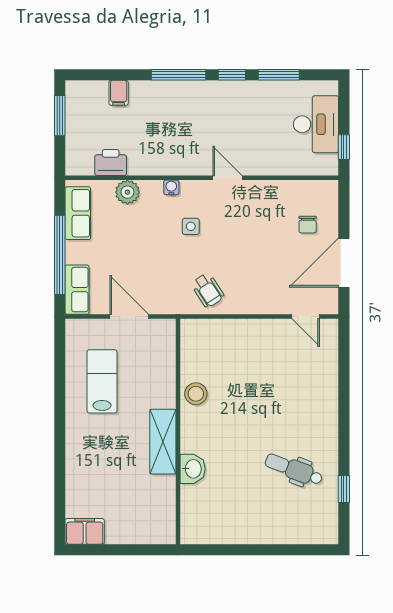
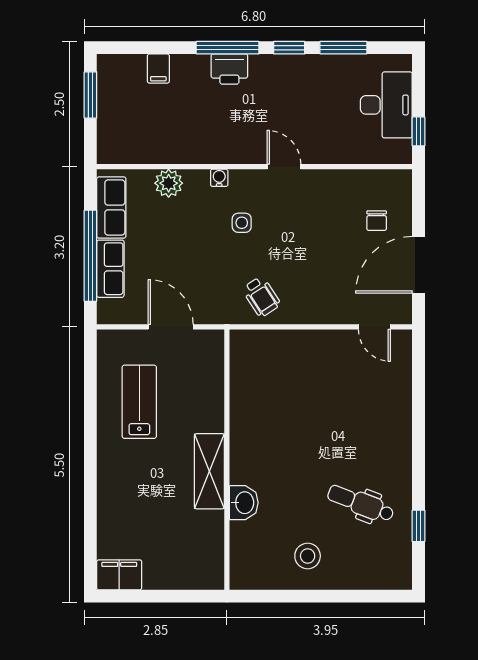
printer: (111, 162) -> (229, 69), moved, turned 180
row of seats: (77, 290) -> (110, 269), moved
stool: (196, 394) -> (308, 556), moved

